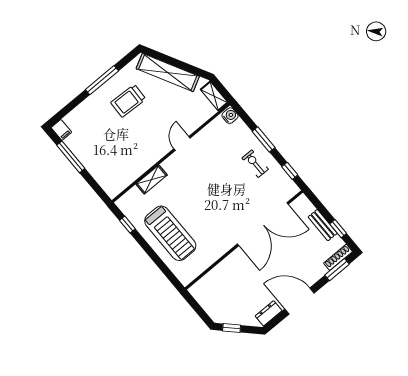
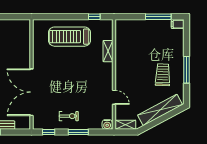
door: (182, 143) -> (114, 97), moved

